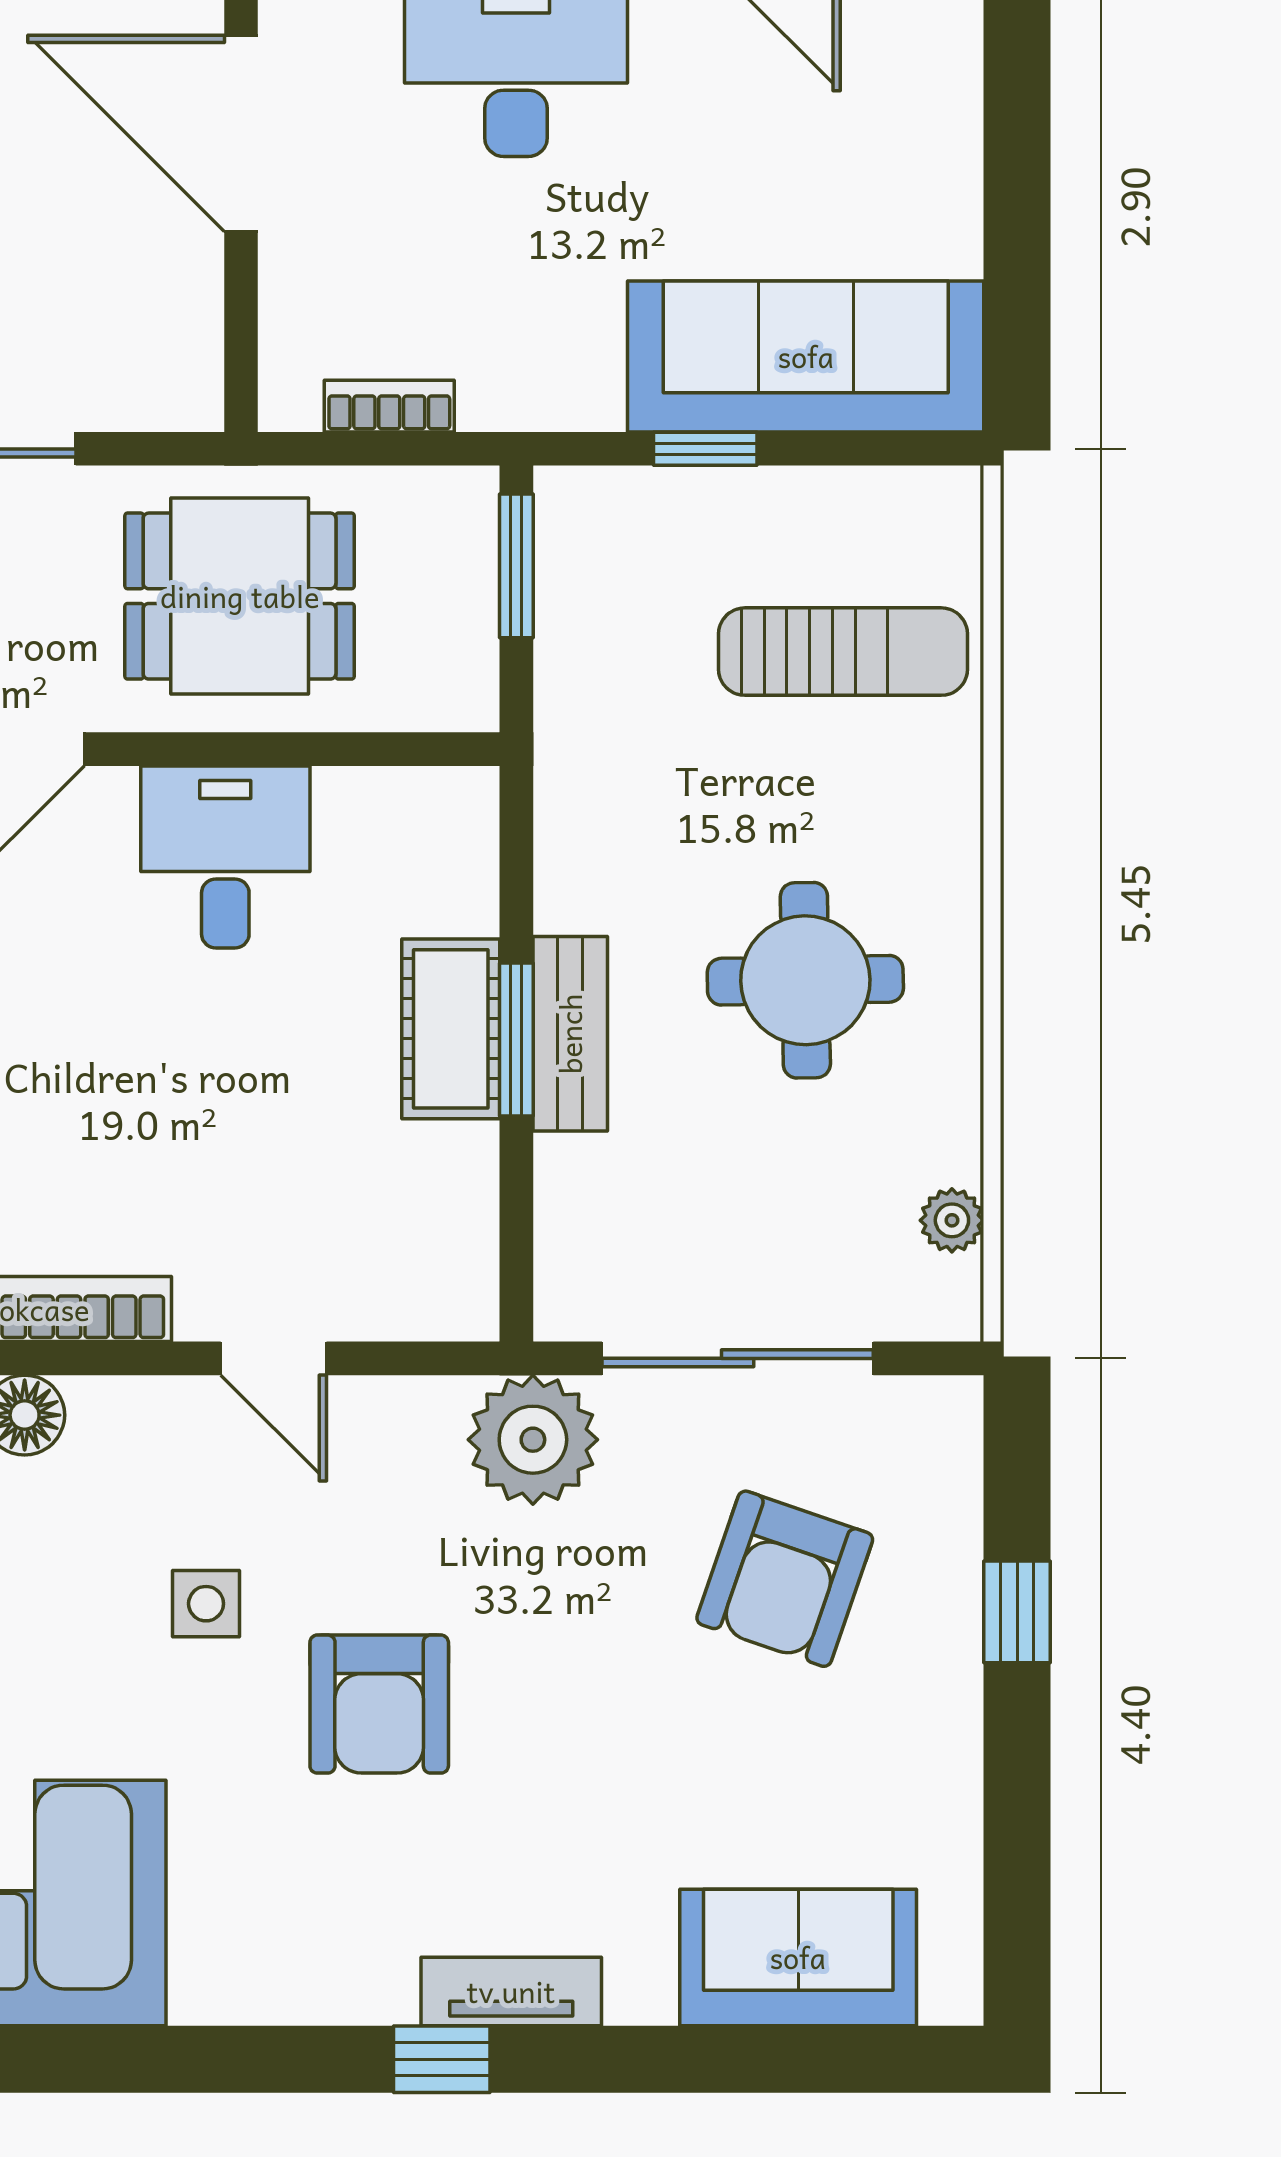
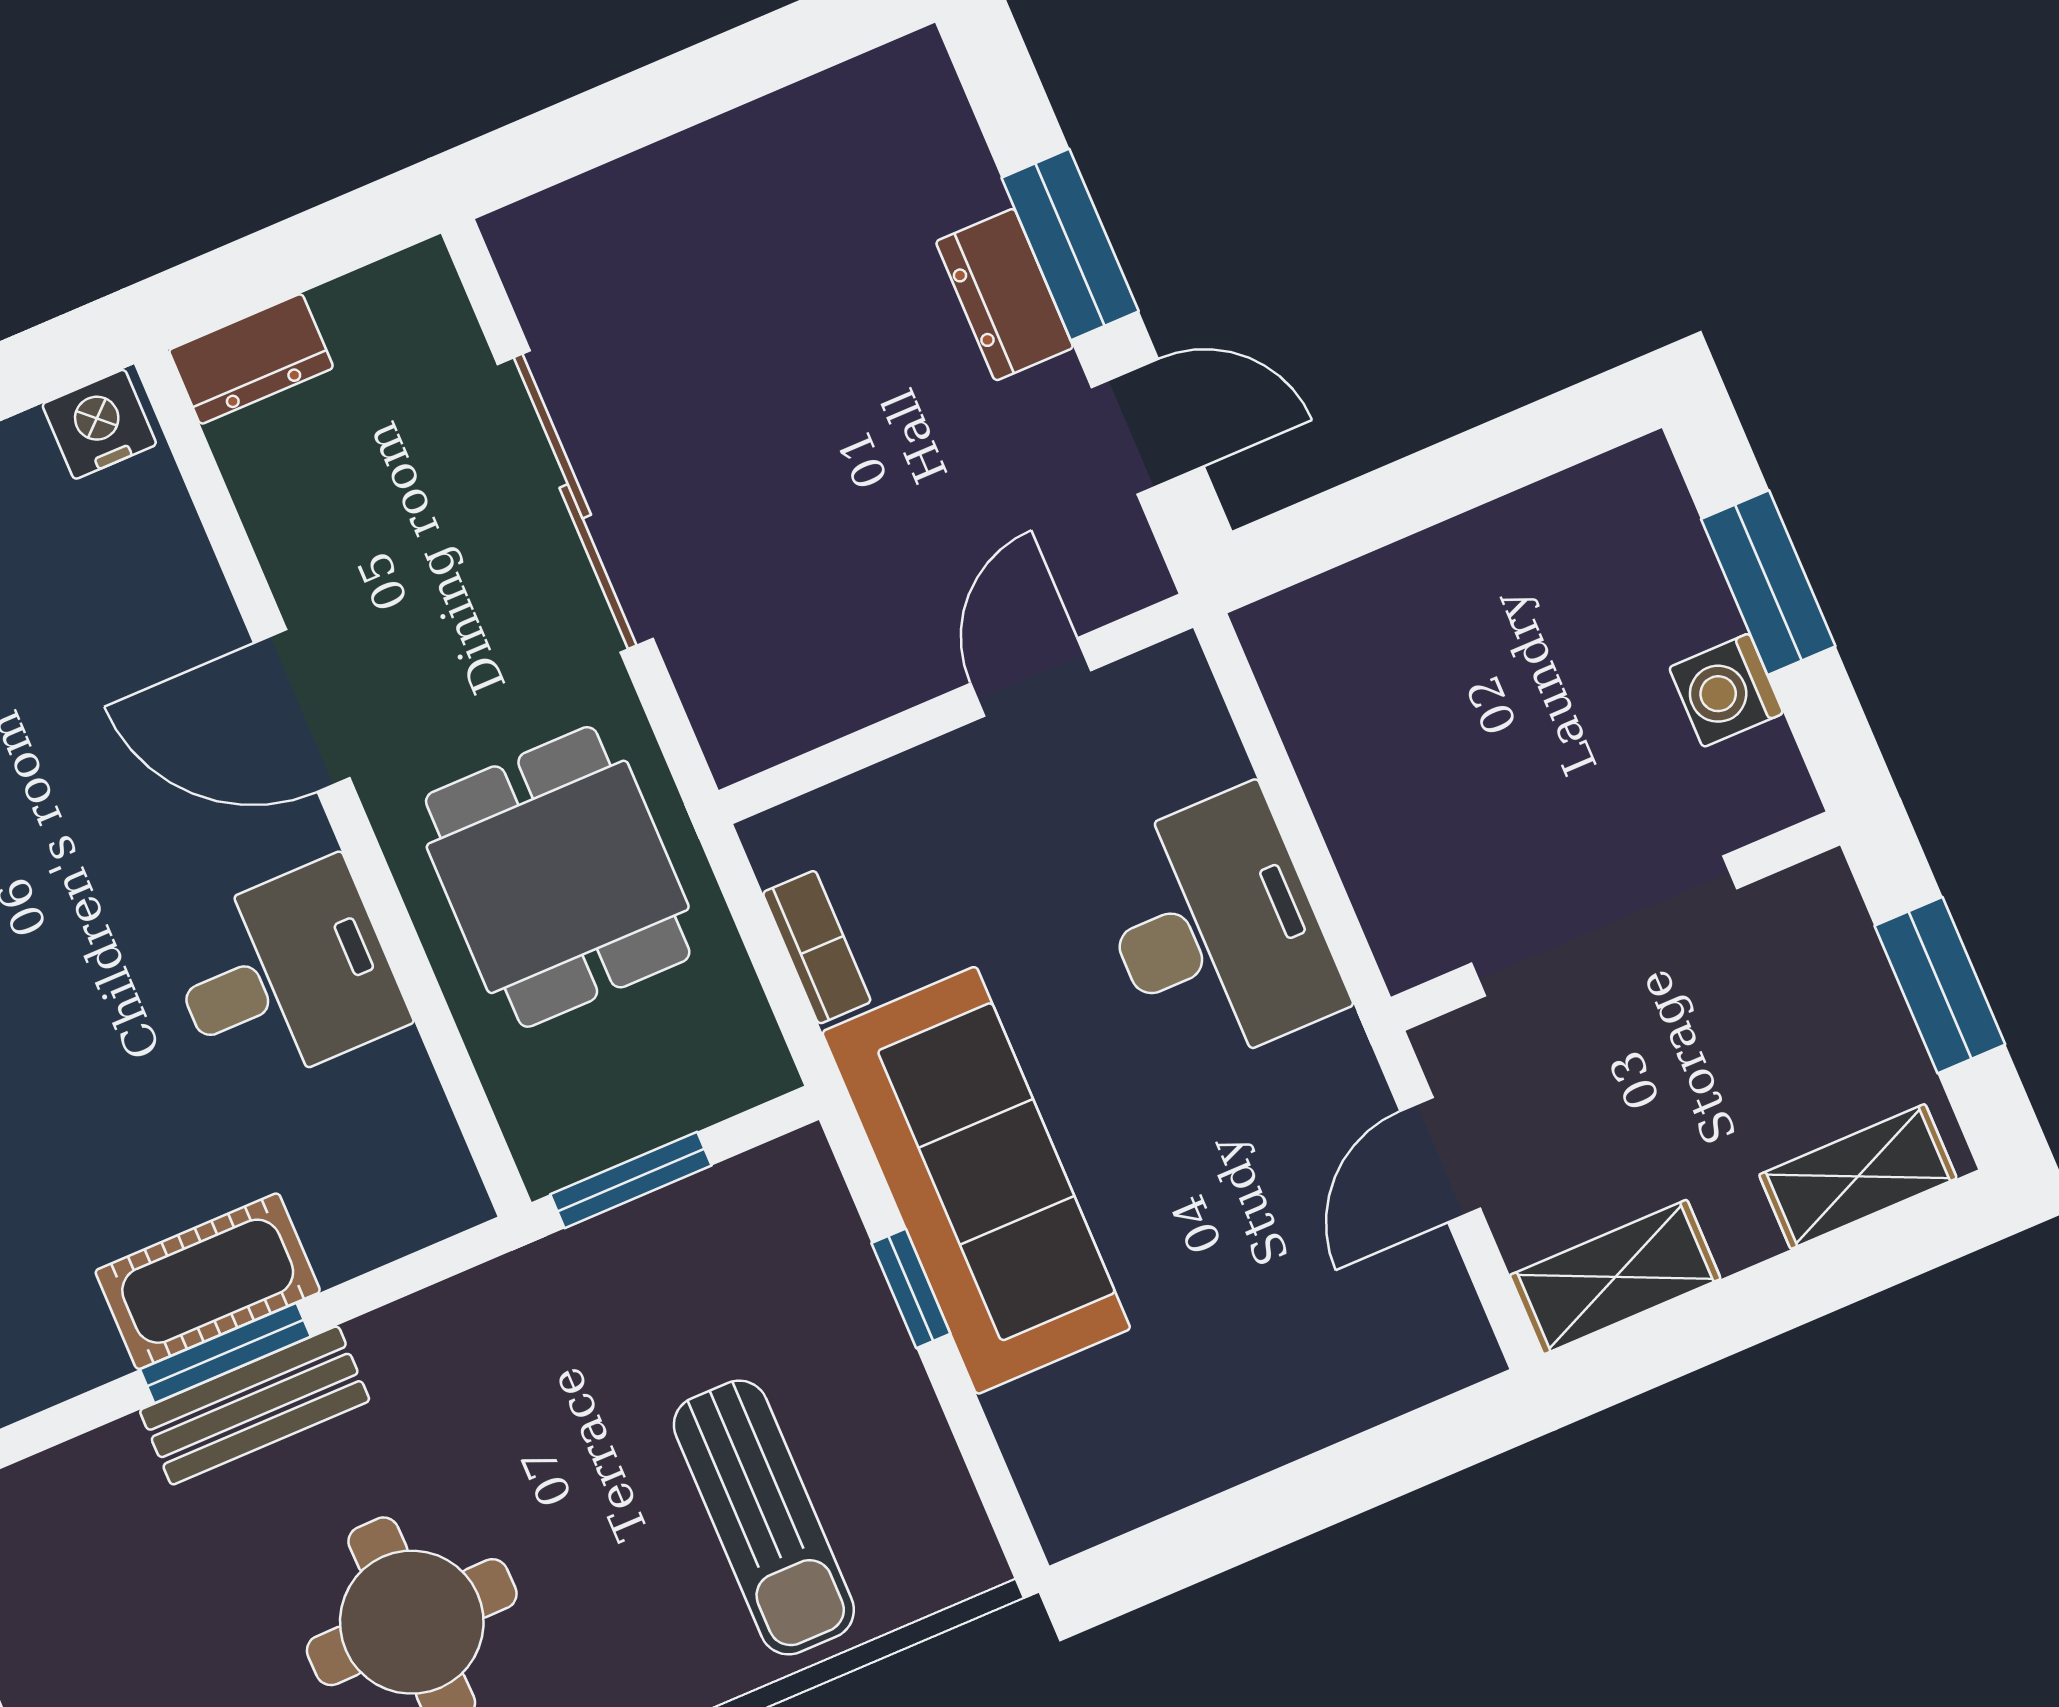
door: (241, 133) -> (1031, 677), width x0.53
sofa: (806, 356) -> (976, 1180), moved
window: (516, 566) -> (631, 1180), moved

